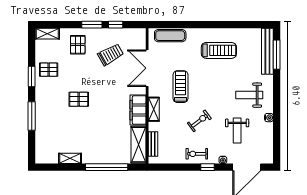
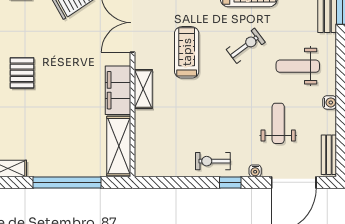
pallet: (79, 99) -> (22, 73), turned 90
exercise bike: (199, 121) -> (246, 46), moved
weight bench: (237, 130) -> (278, 123), turned 180
bench: (153, 144) -> (329, 155), moved

